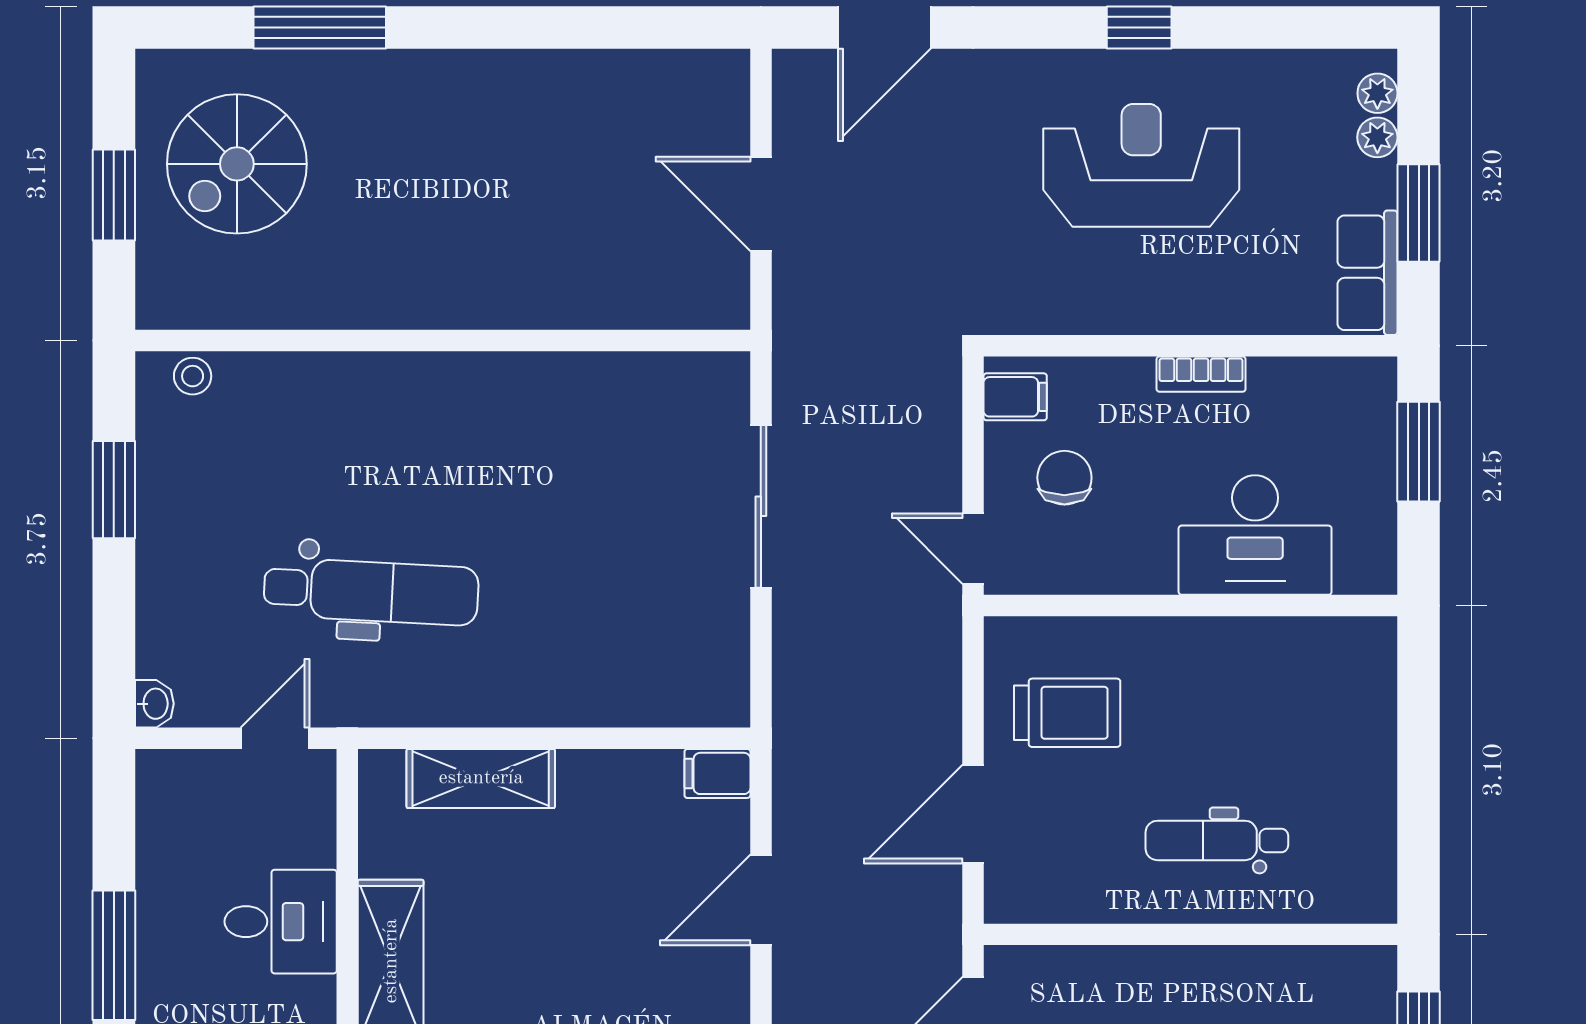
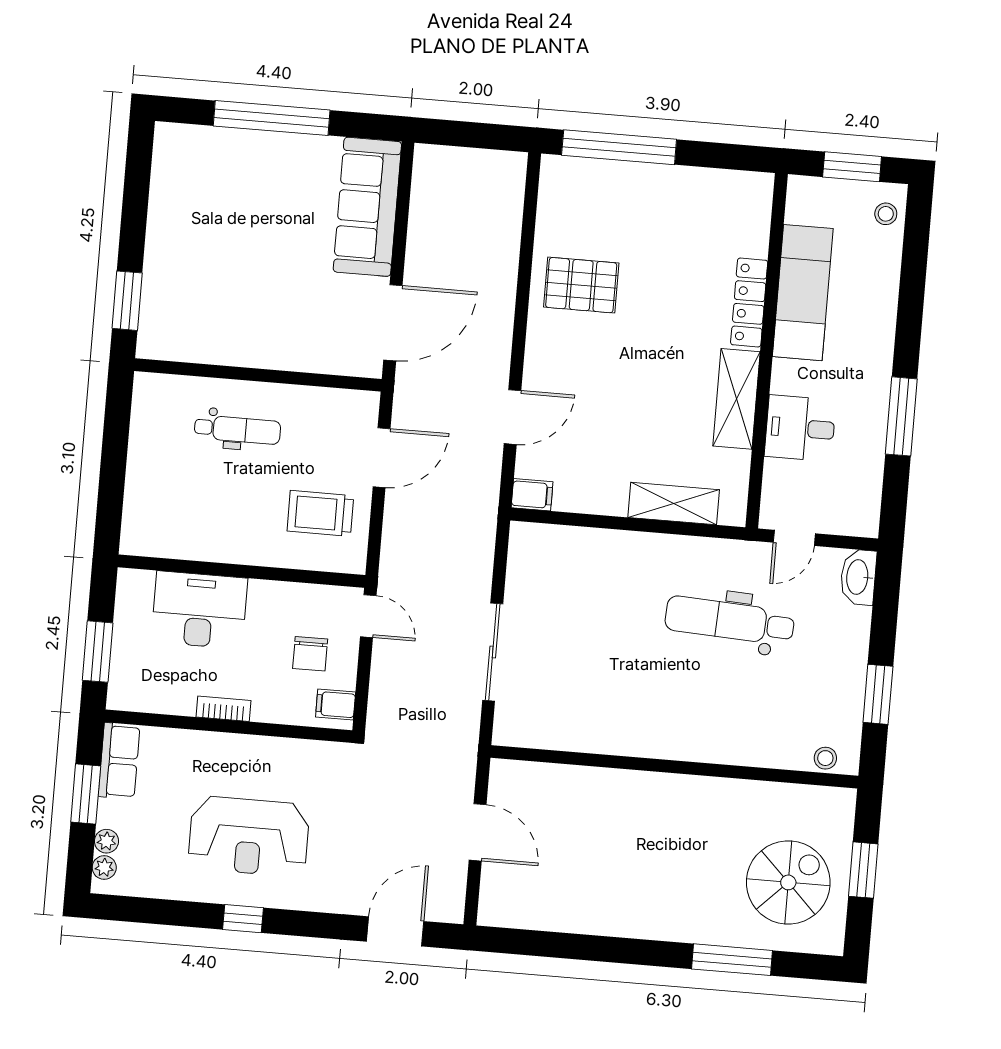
washbasin: (154, 704) -> (858, 577), width x1.91, depth x1.45

